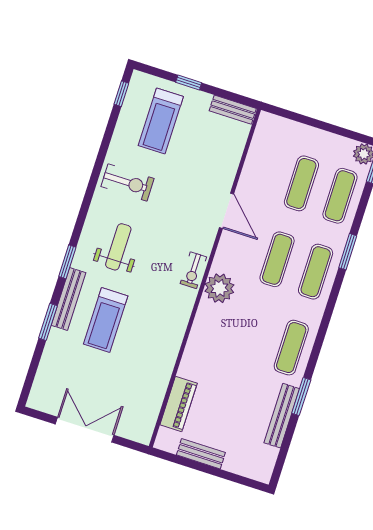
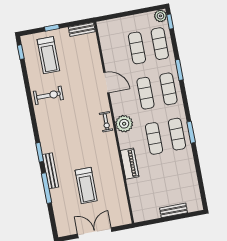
weight bench: (118, 247) -> (61, 131), removed
treadmill: (106, 320) -> (86, 185), moved
window: (48, 322) -> (46, 188), width x1.44
exercise mat: (253, 335) -> (154, 138), added
window: (301, 397) -> (191, 132), moved
piano: (179, 404) -> (130, 164), moved
bench: (282, 416) -> (191, 171), removed
bench: (201, 454) -> (174, 210), moved

